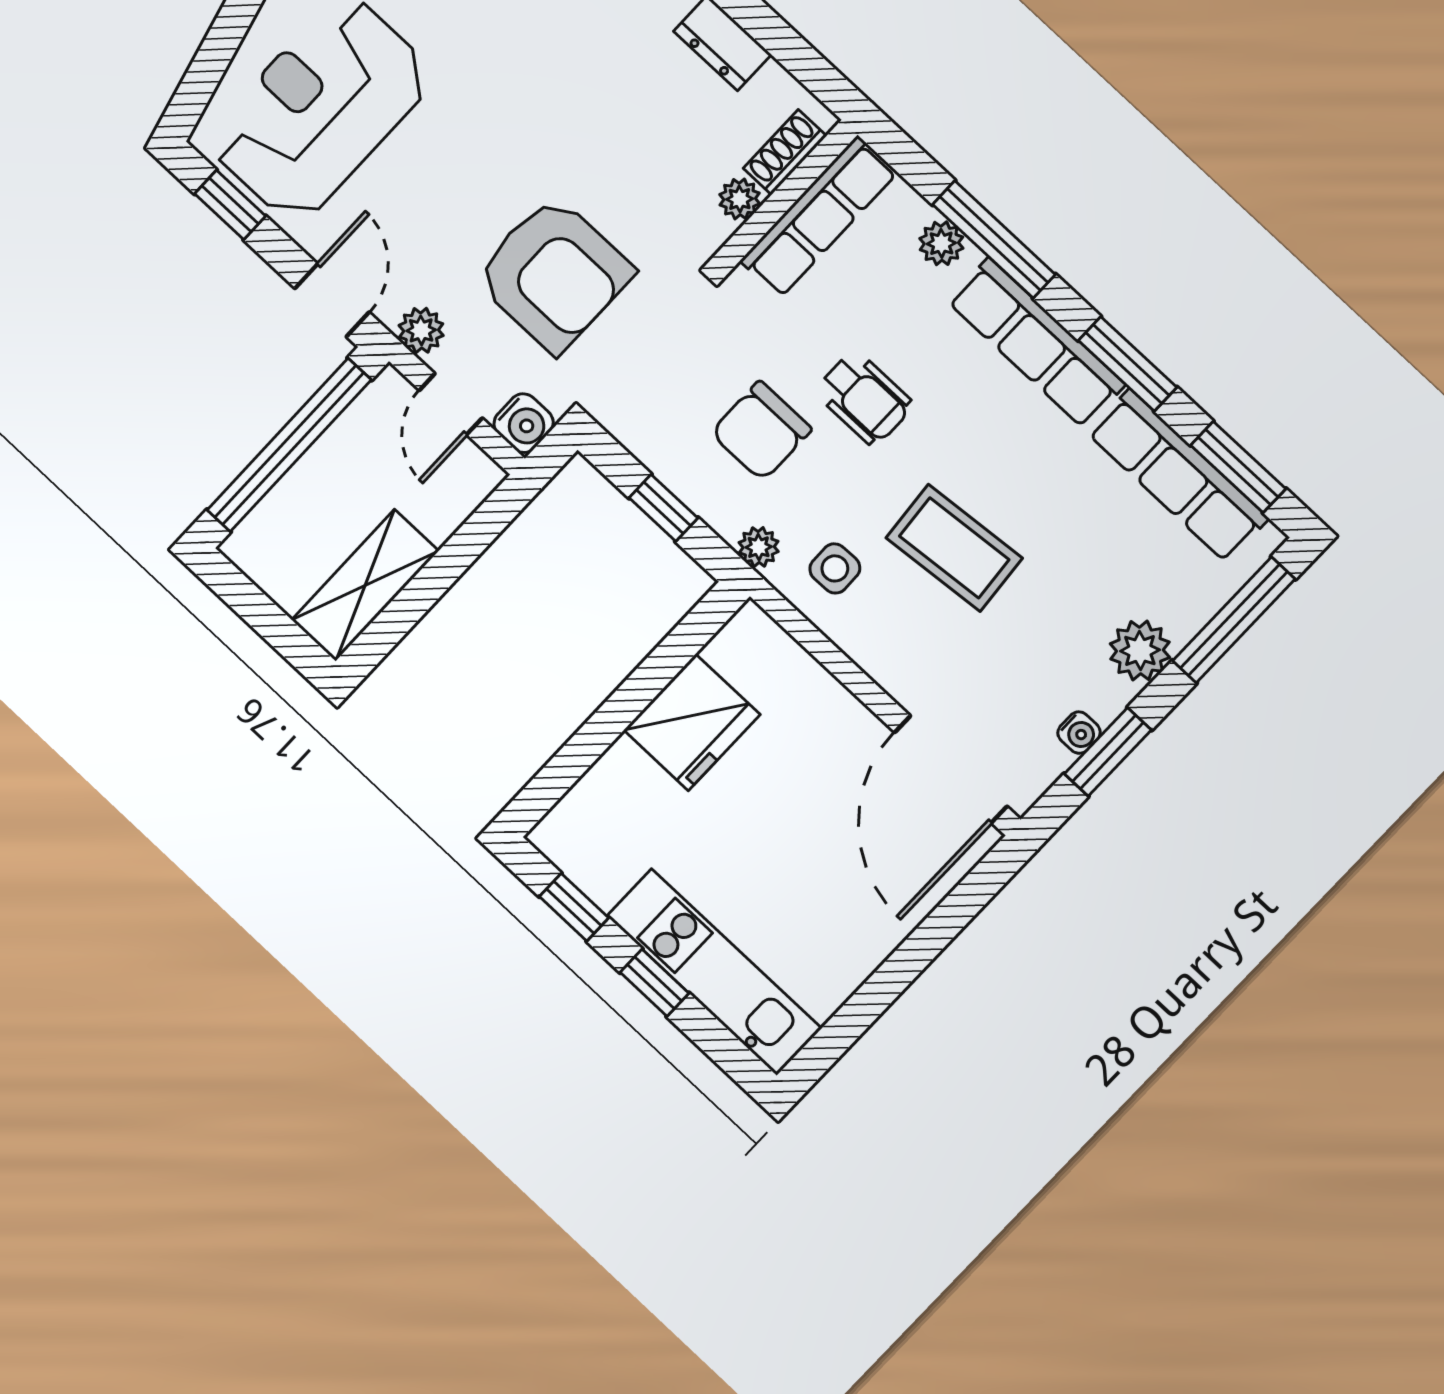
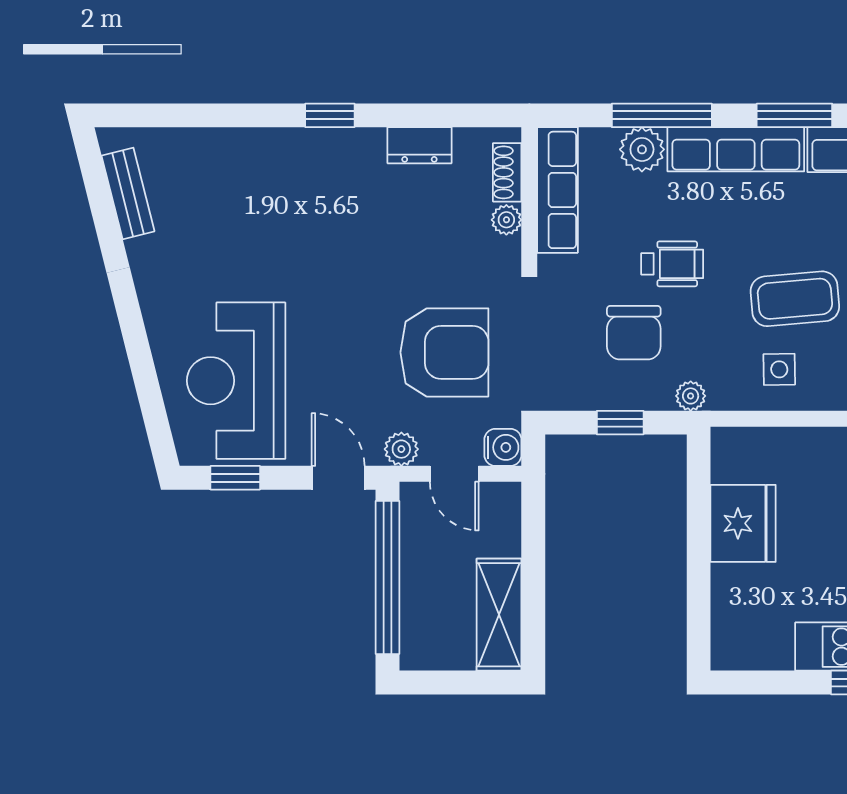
plant: (941, 243) -> (642, 149), width x1.38, depth x1.38
side table: (835, 568) -> (779, 369), moved
window: (574, 907) -> (773, 683), removed

